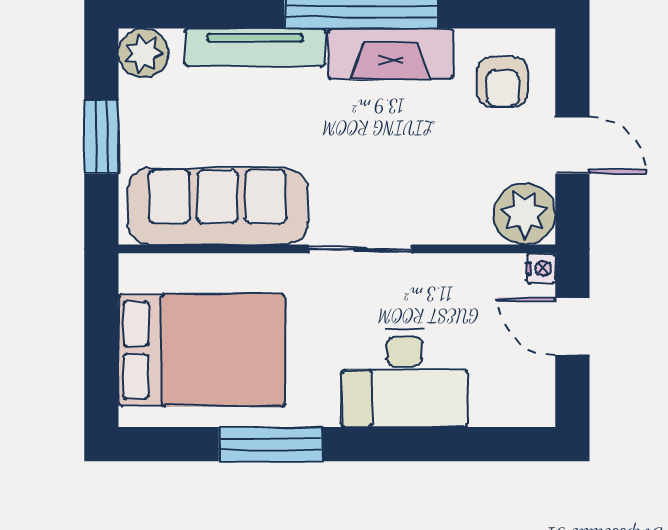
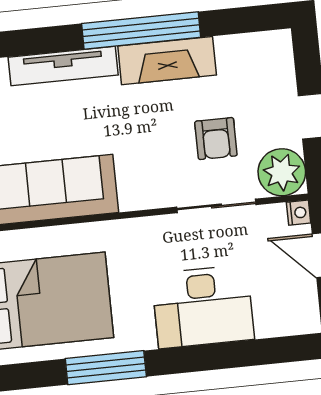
armchair: (503, 82) -> (216, 139), moved
sliding door: (360, 249) -> (216, 206), moved

